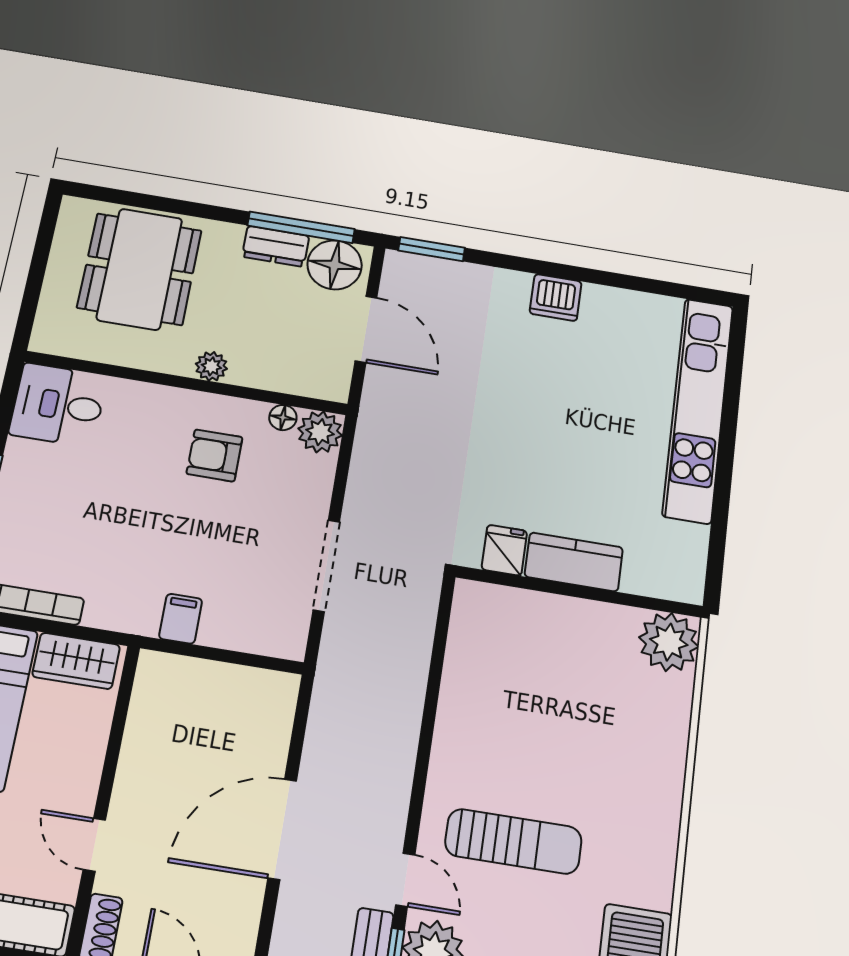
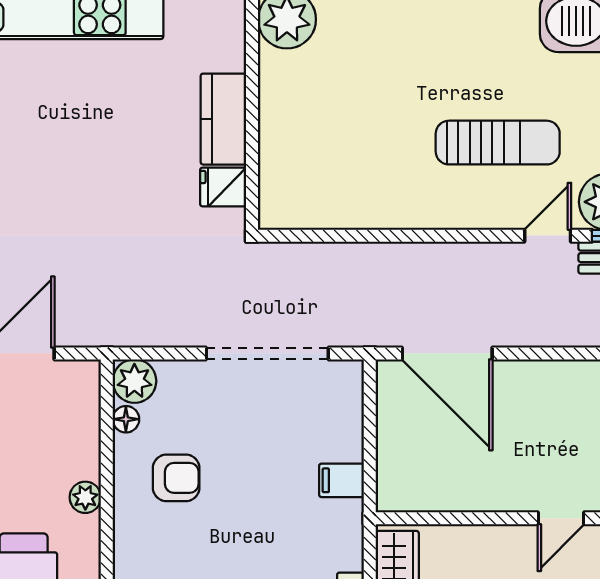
armchair: (214, 455) -> (176, 478), turned -90
doorway: (326, 566) -> (267, 353), width x1.36
door: (282, 829) -> (447, 353), moved
sun lounger: (513, 841) -> (498, 143), turned 90

